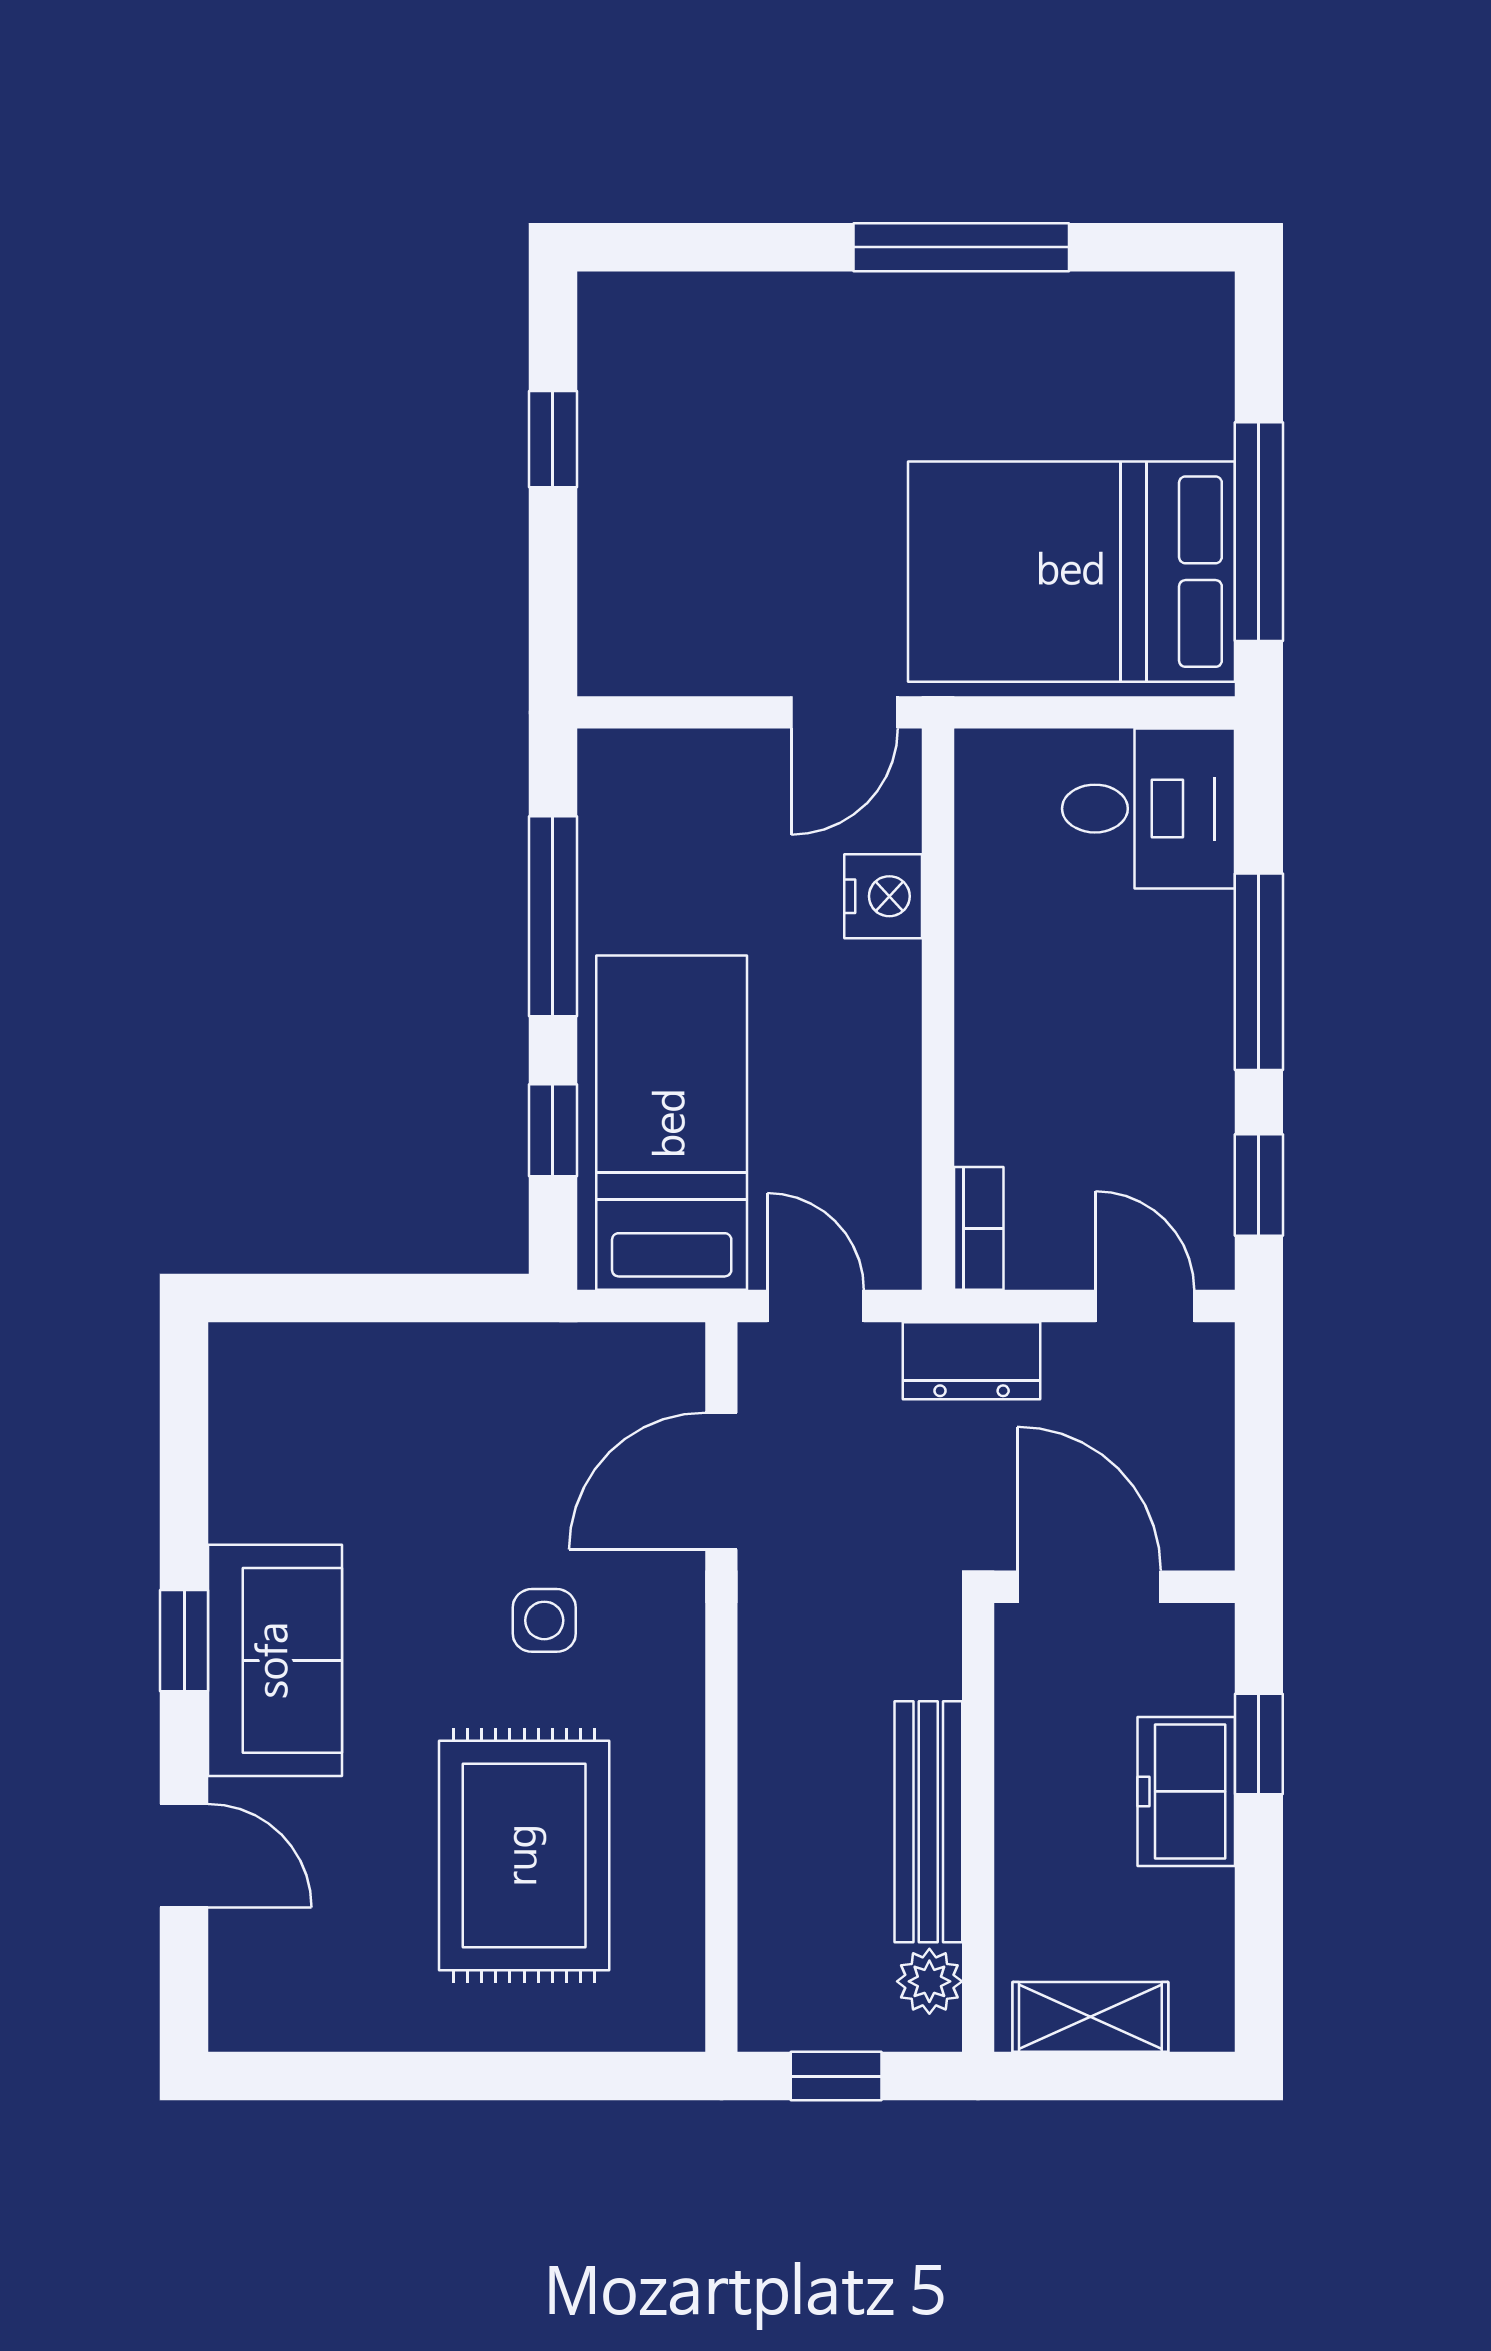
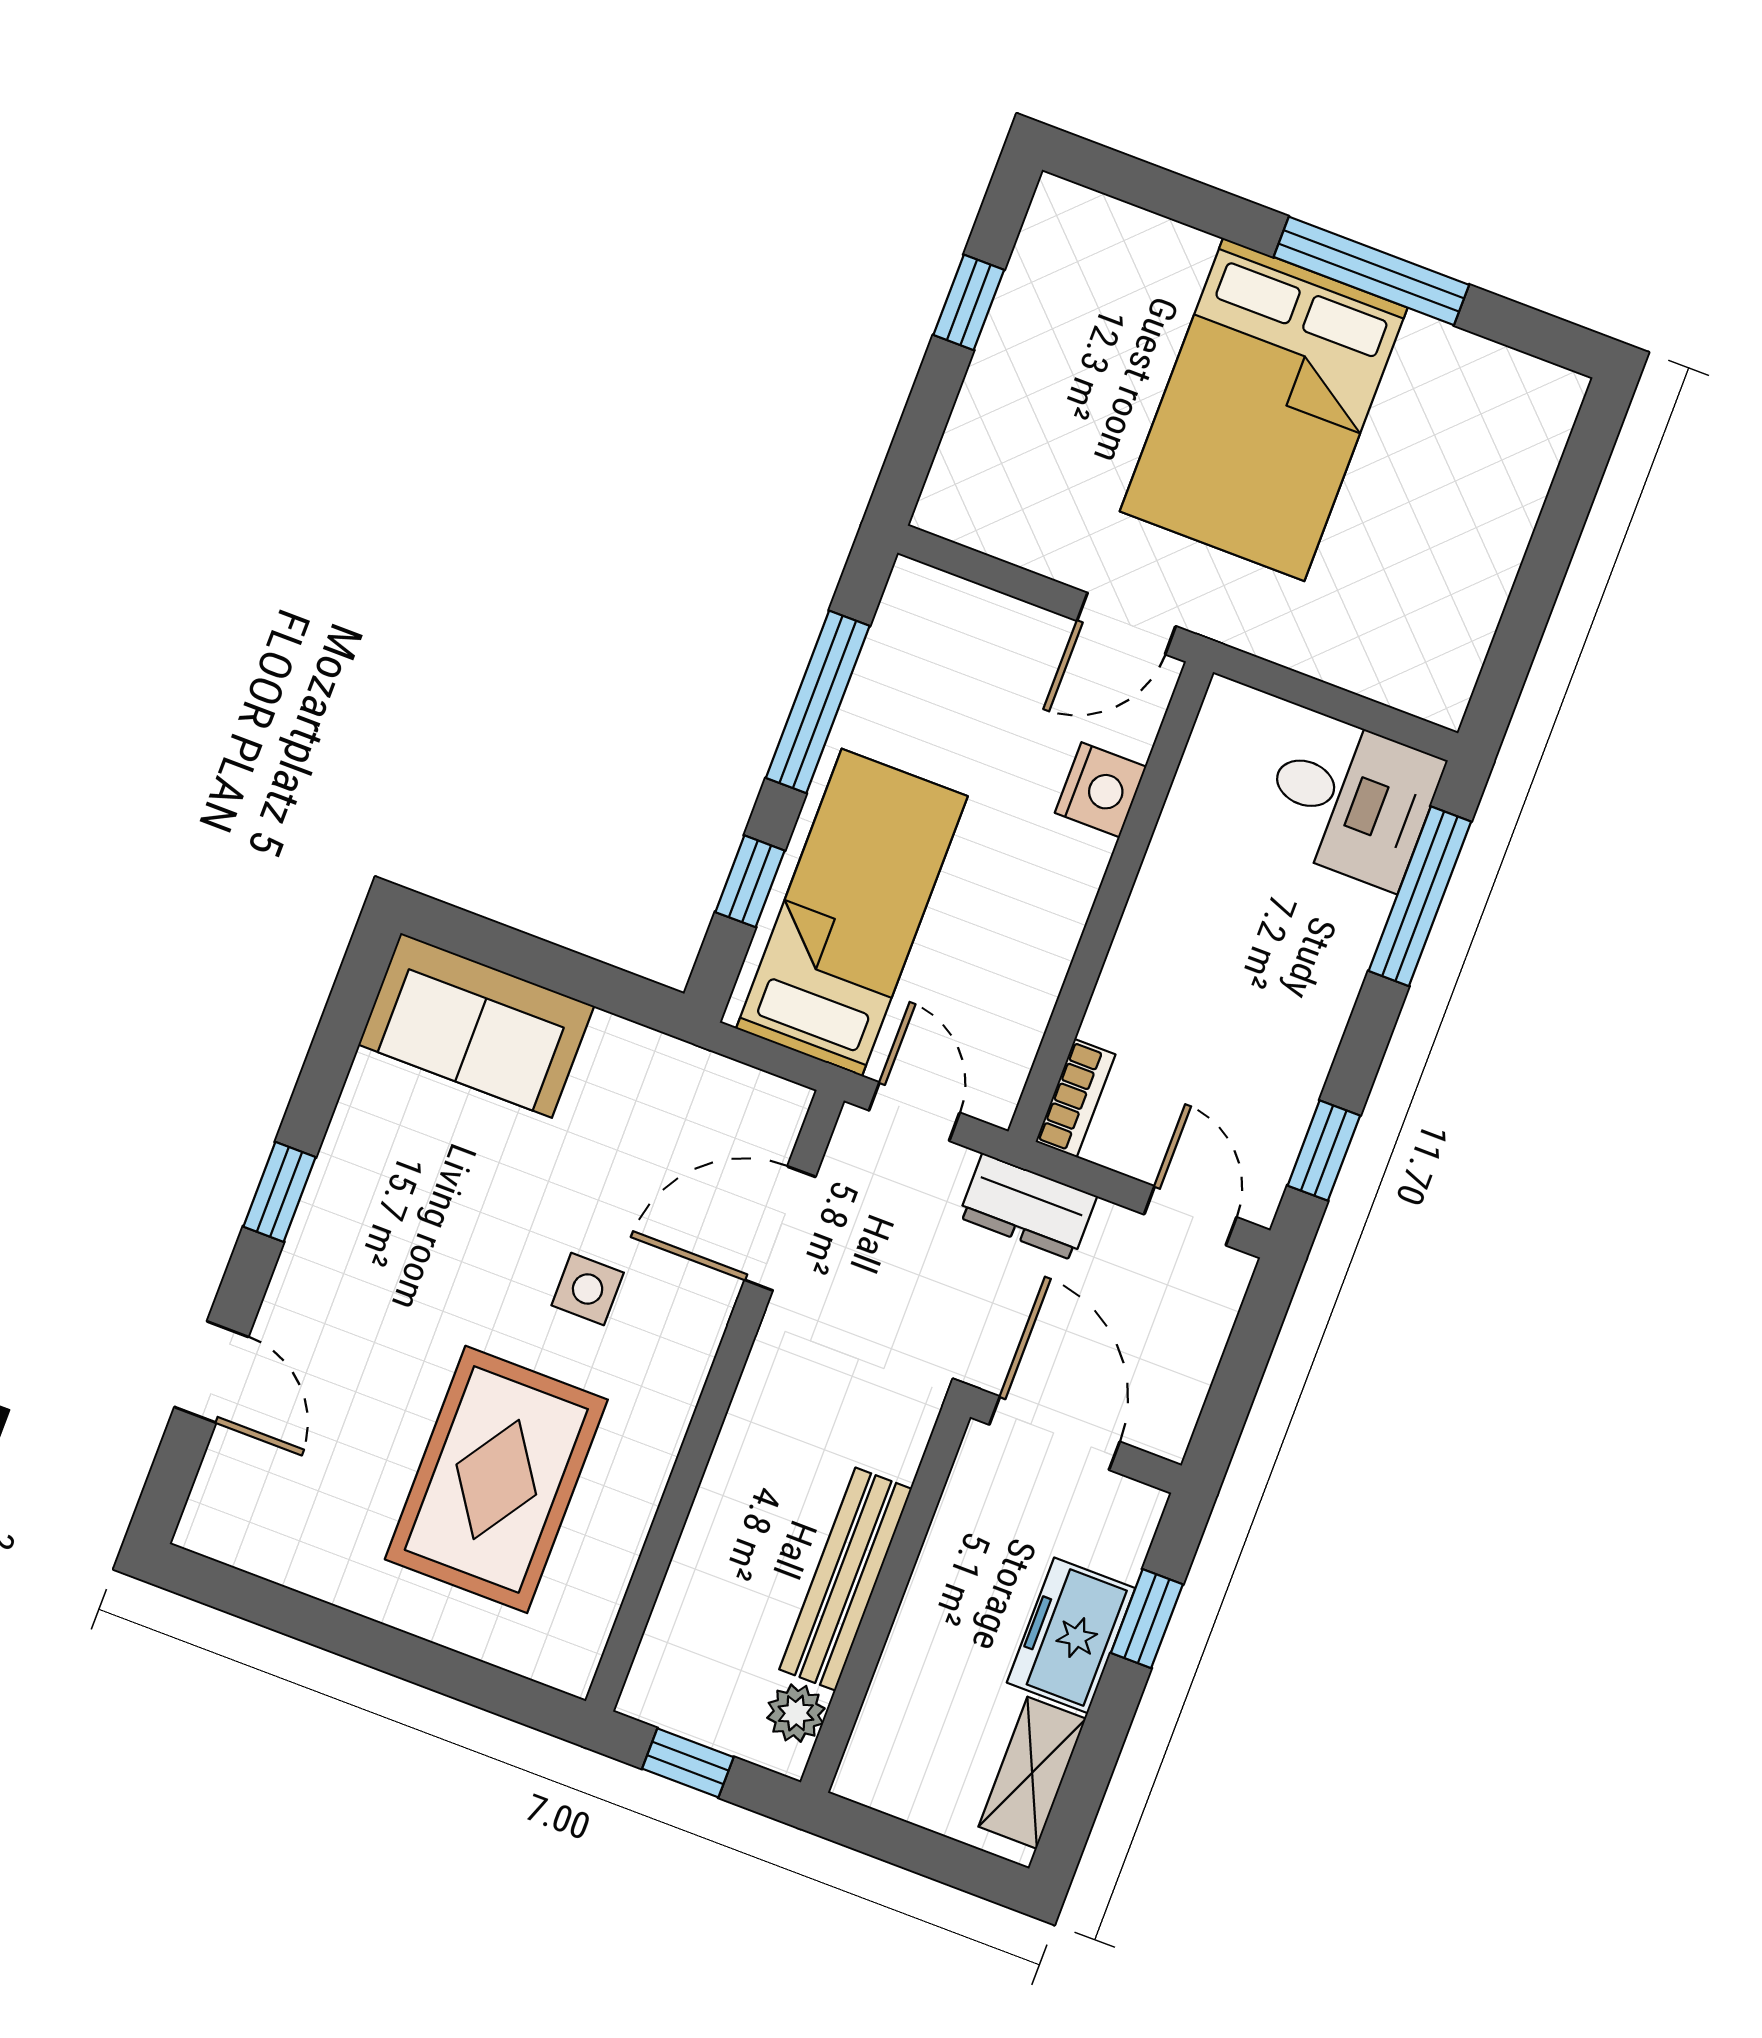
window: (1259, 532) -> (1531, 603), removed
bed: (1071, 572) -> (1264, 410), moved, turned -90
window: (1259, 972) -> (1420, 896), moved
sofa: (275, 1660) -> (476, 1025), moved, turned 90
shelving: (1090, 2017) -> (1032, 1773), moved, turned 90

